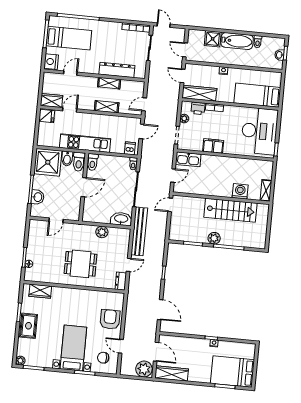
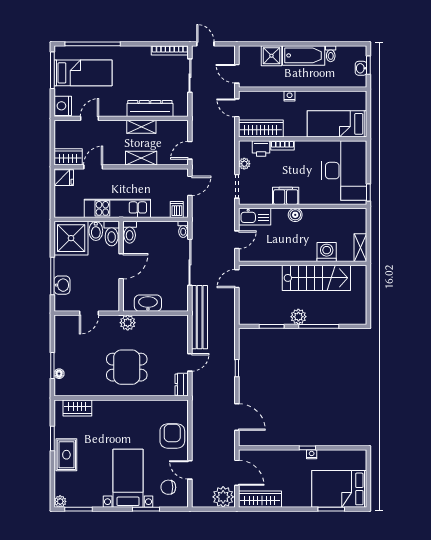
boiler: (219, 161) -> (295, 215), added
washbasin: (121, 219) -> (148, 303), moved
plant: (102, 232) -> (128, 323), moved

